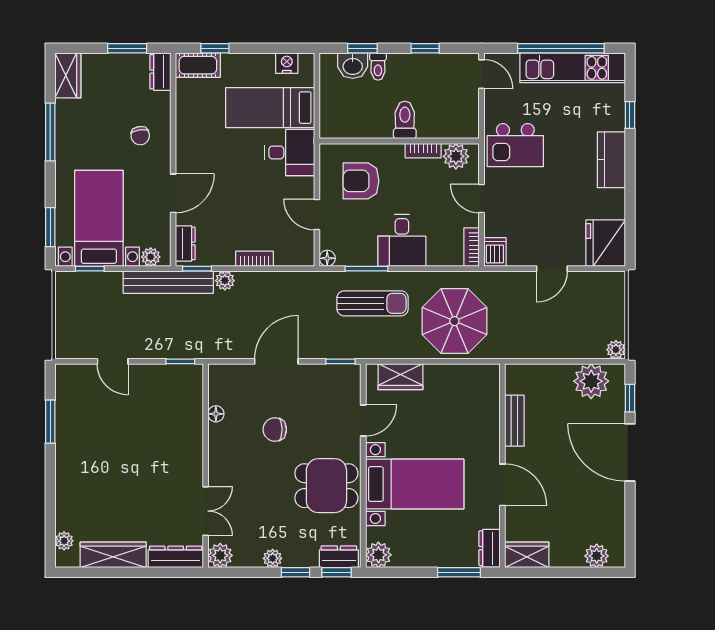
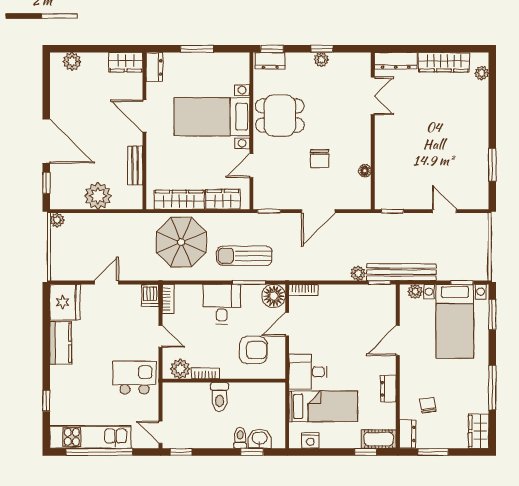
window: (425, 48) -> (181, 452), moved
chair: (140, 136) -> (428, 405), moved
kitchen counter: (611, 160) -> (61, 343), moved
door: (317, 214) -> (287, 324), swing flipped
dresser: (185, 243) -> (388, 389), moved
floor lamp: (327, 258) -> (274, 296), width x1.89, depth x1.89
bookcase: (254, 259) -> (303, 290), moved
wardrobe: (457, 376) -> (179, 200), added
plant: (591, 381) -> (98, 196), moved
chair: (275, 429) -> (320, 159), turned 90
double door: (206, 511) -> (373, 96), swing flipped
plant: (220, 555) -> (362, 62), removed
plant: (378, 555) -> (240, 62), removed
window: (296, 572) -> (322, 49), moved
window: (459, 572) -> (197, 49), moved

